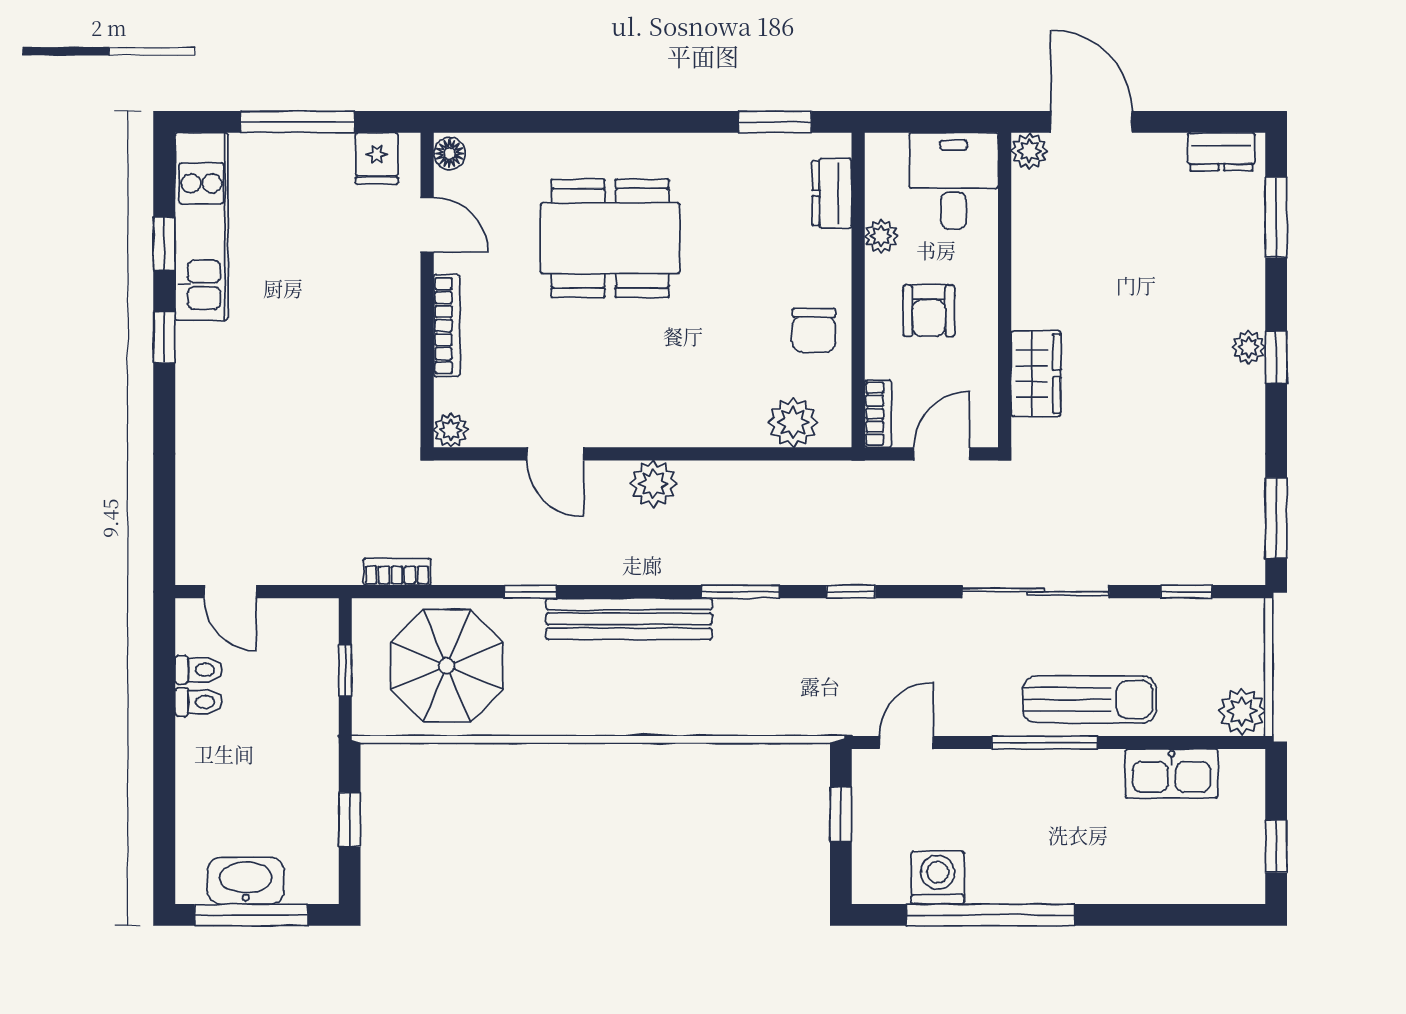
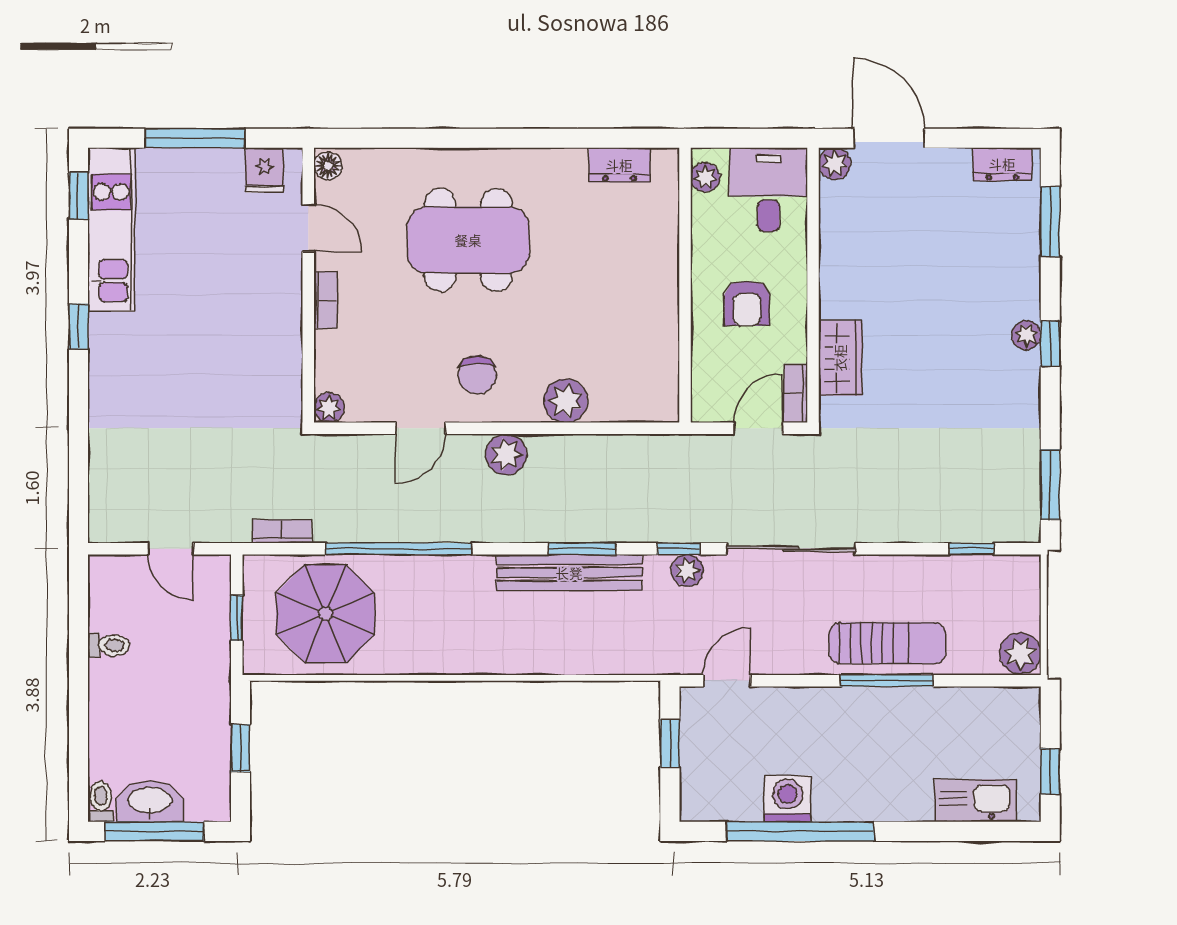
window: (775, 122) -> (612, 138), removed
dresser: (832, 193) -> (619, 165), moved, turned -90
plant: (881, 236) -> (705, 177), moved
window: (164, 244) -> (79, 196), moved
bookcase: (447, 326) -> (325, 300), width x0.64
chair: (814, 330) -> (477, 375), moved
bookcase: (878, 414) -> (796, 393), moved, turned 180
plant: (793, 422) -> (566, 401), moved
door: (555, 454) -> (420, 428), hinge flipped
door: (230, 592) -> (170, 549), moved
window: (531, 592) -> (399, 549), width x3.17
sliding door: (1035, 592) -> (791, 549), moved
plant: (861, 616) -> (687, 570), added
bench: (629, 619) -> (569, 573), moved
toilet: (198, 670) -> (101, 801), moved, turned -90
window: (1045, 743) -> (886, 681), moved
kitchen sink: (1172, 773) -> (975, 801), moved, turned 180
washing machine: (938, 878) -> (788, 799), moved

